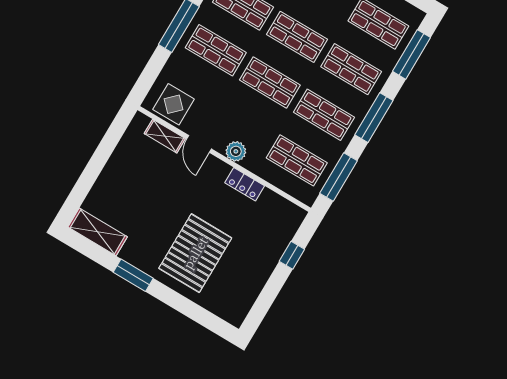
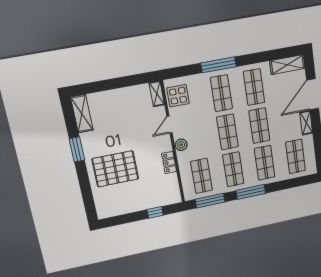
window: (412, 54) -> (293, 183), removed
shelving: (165, 136) -> (157, 94), moved

